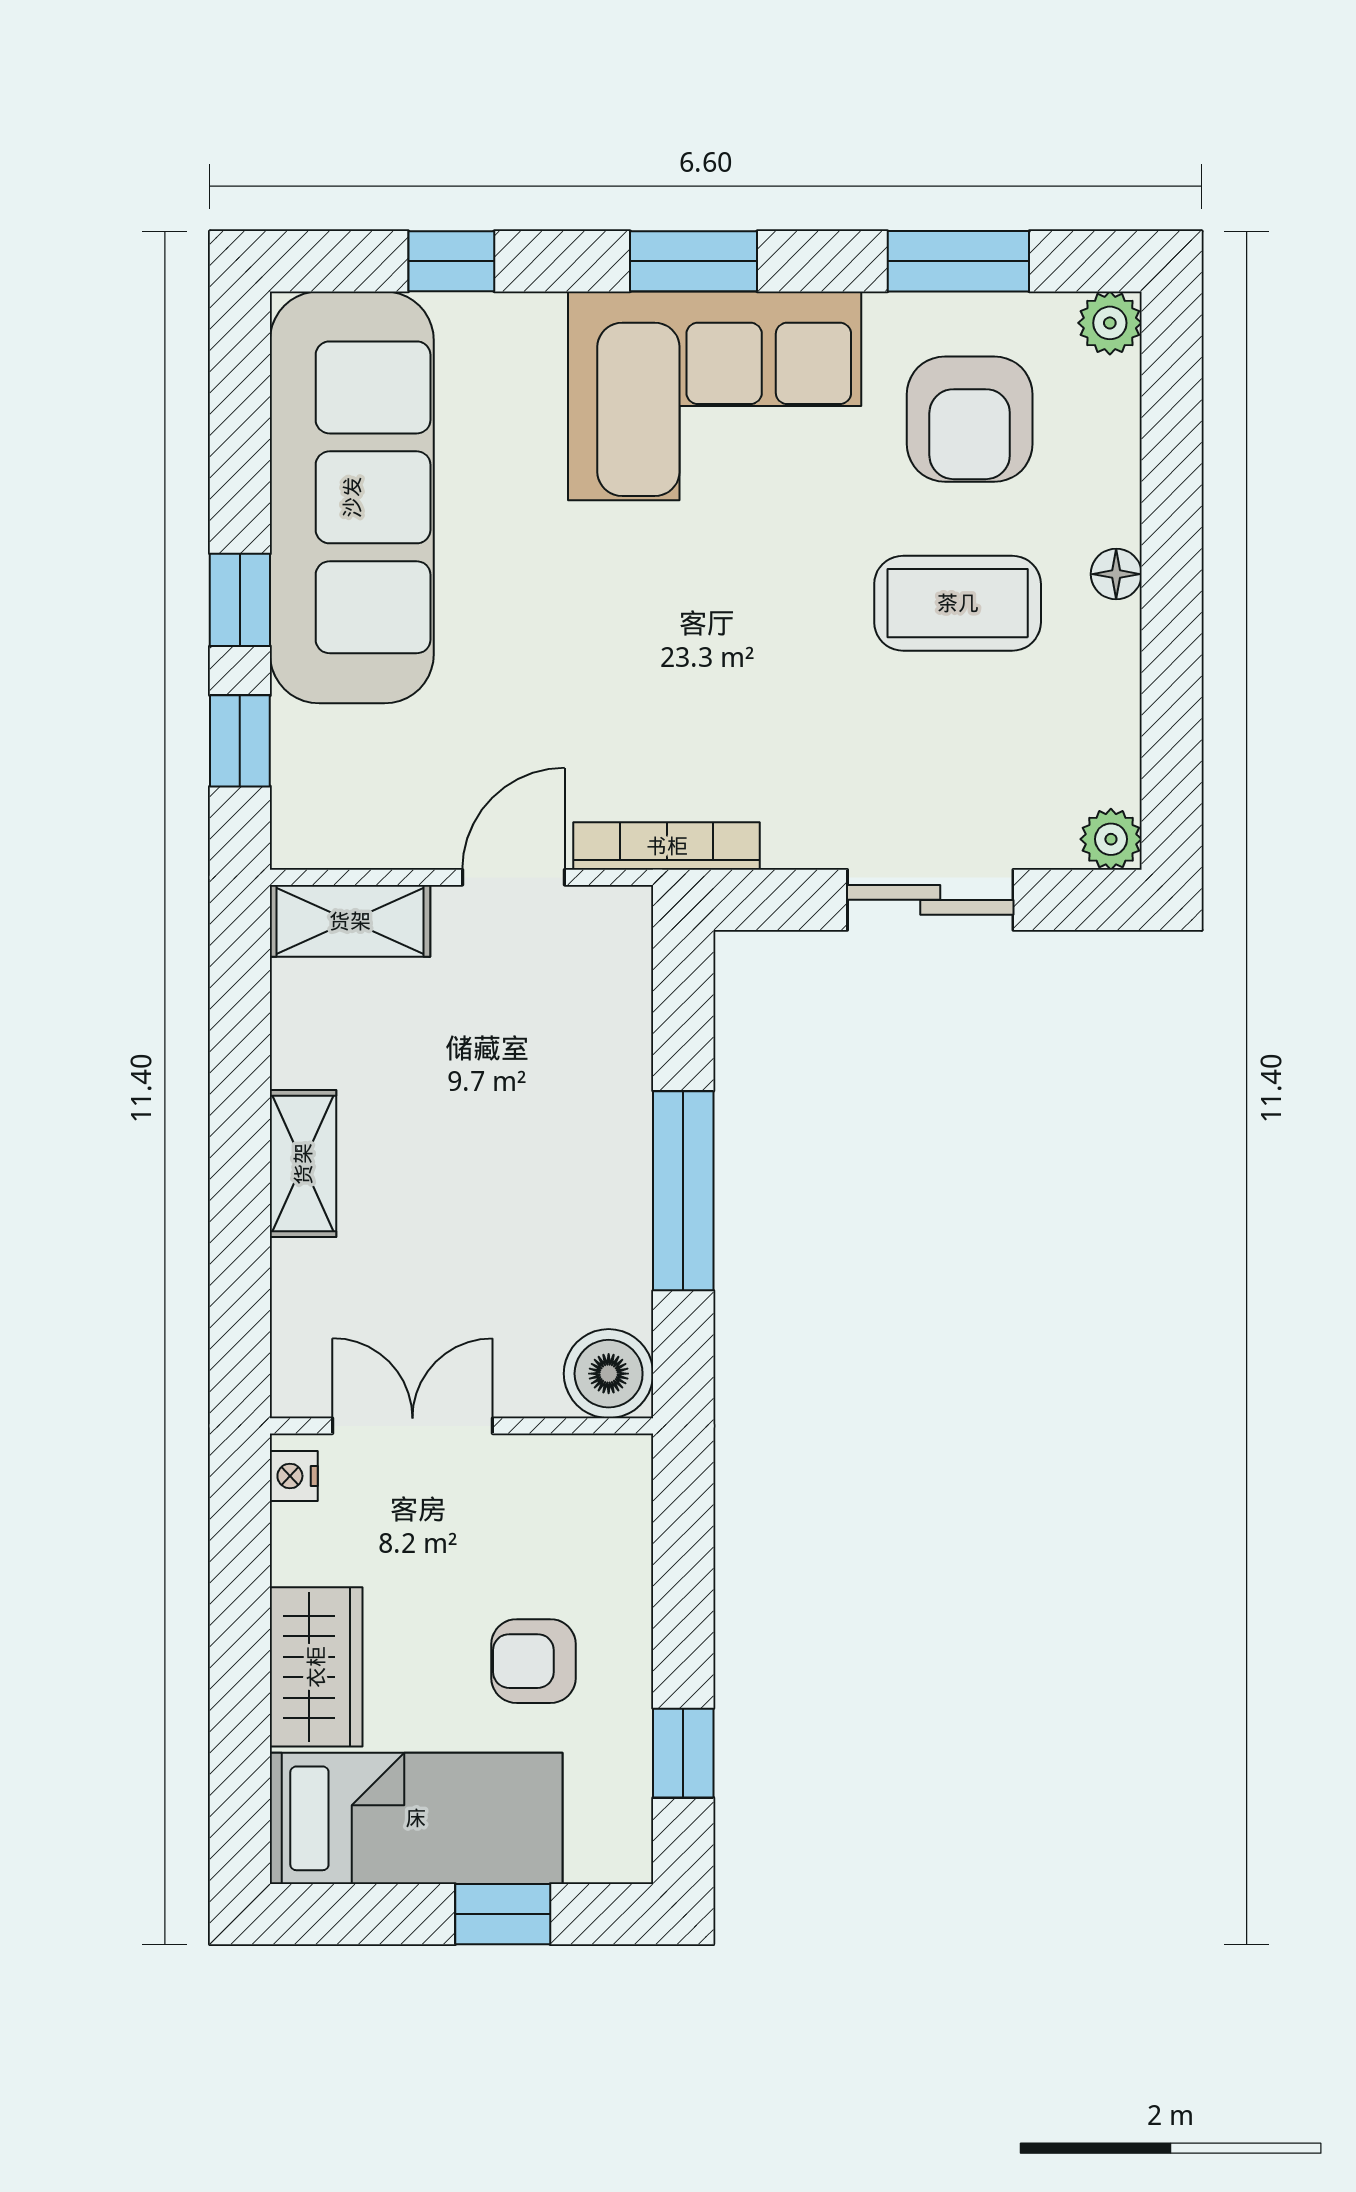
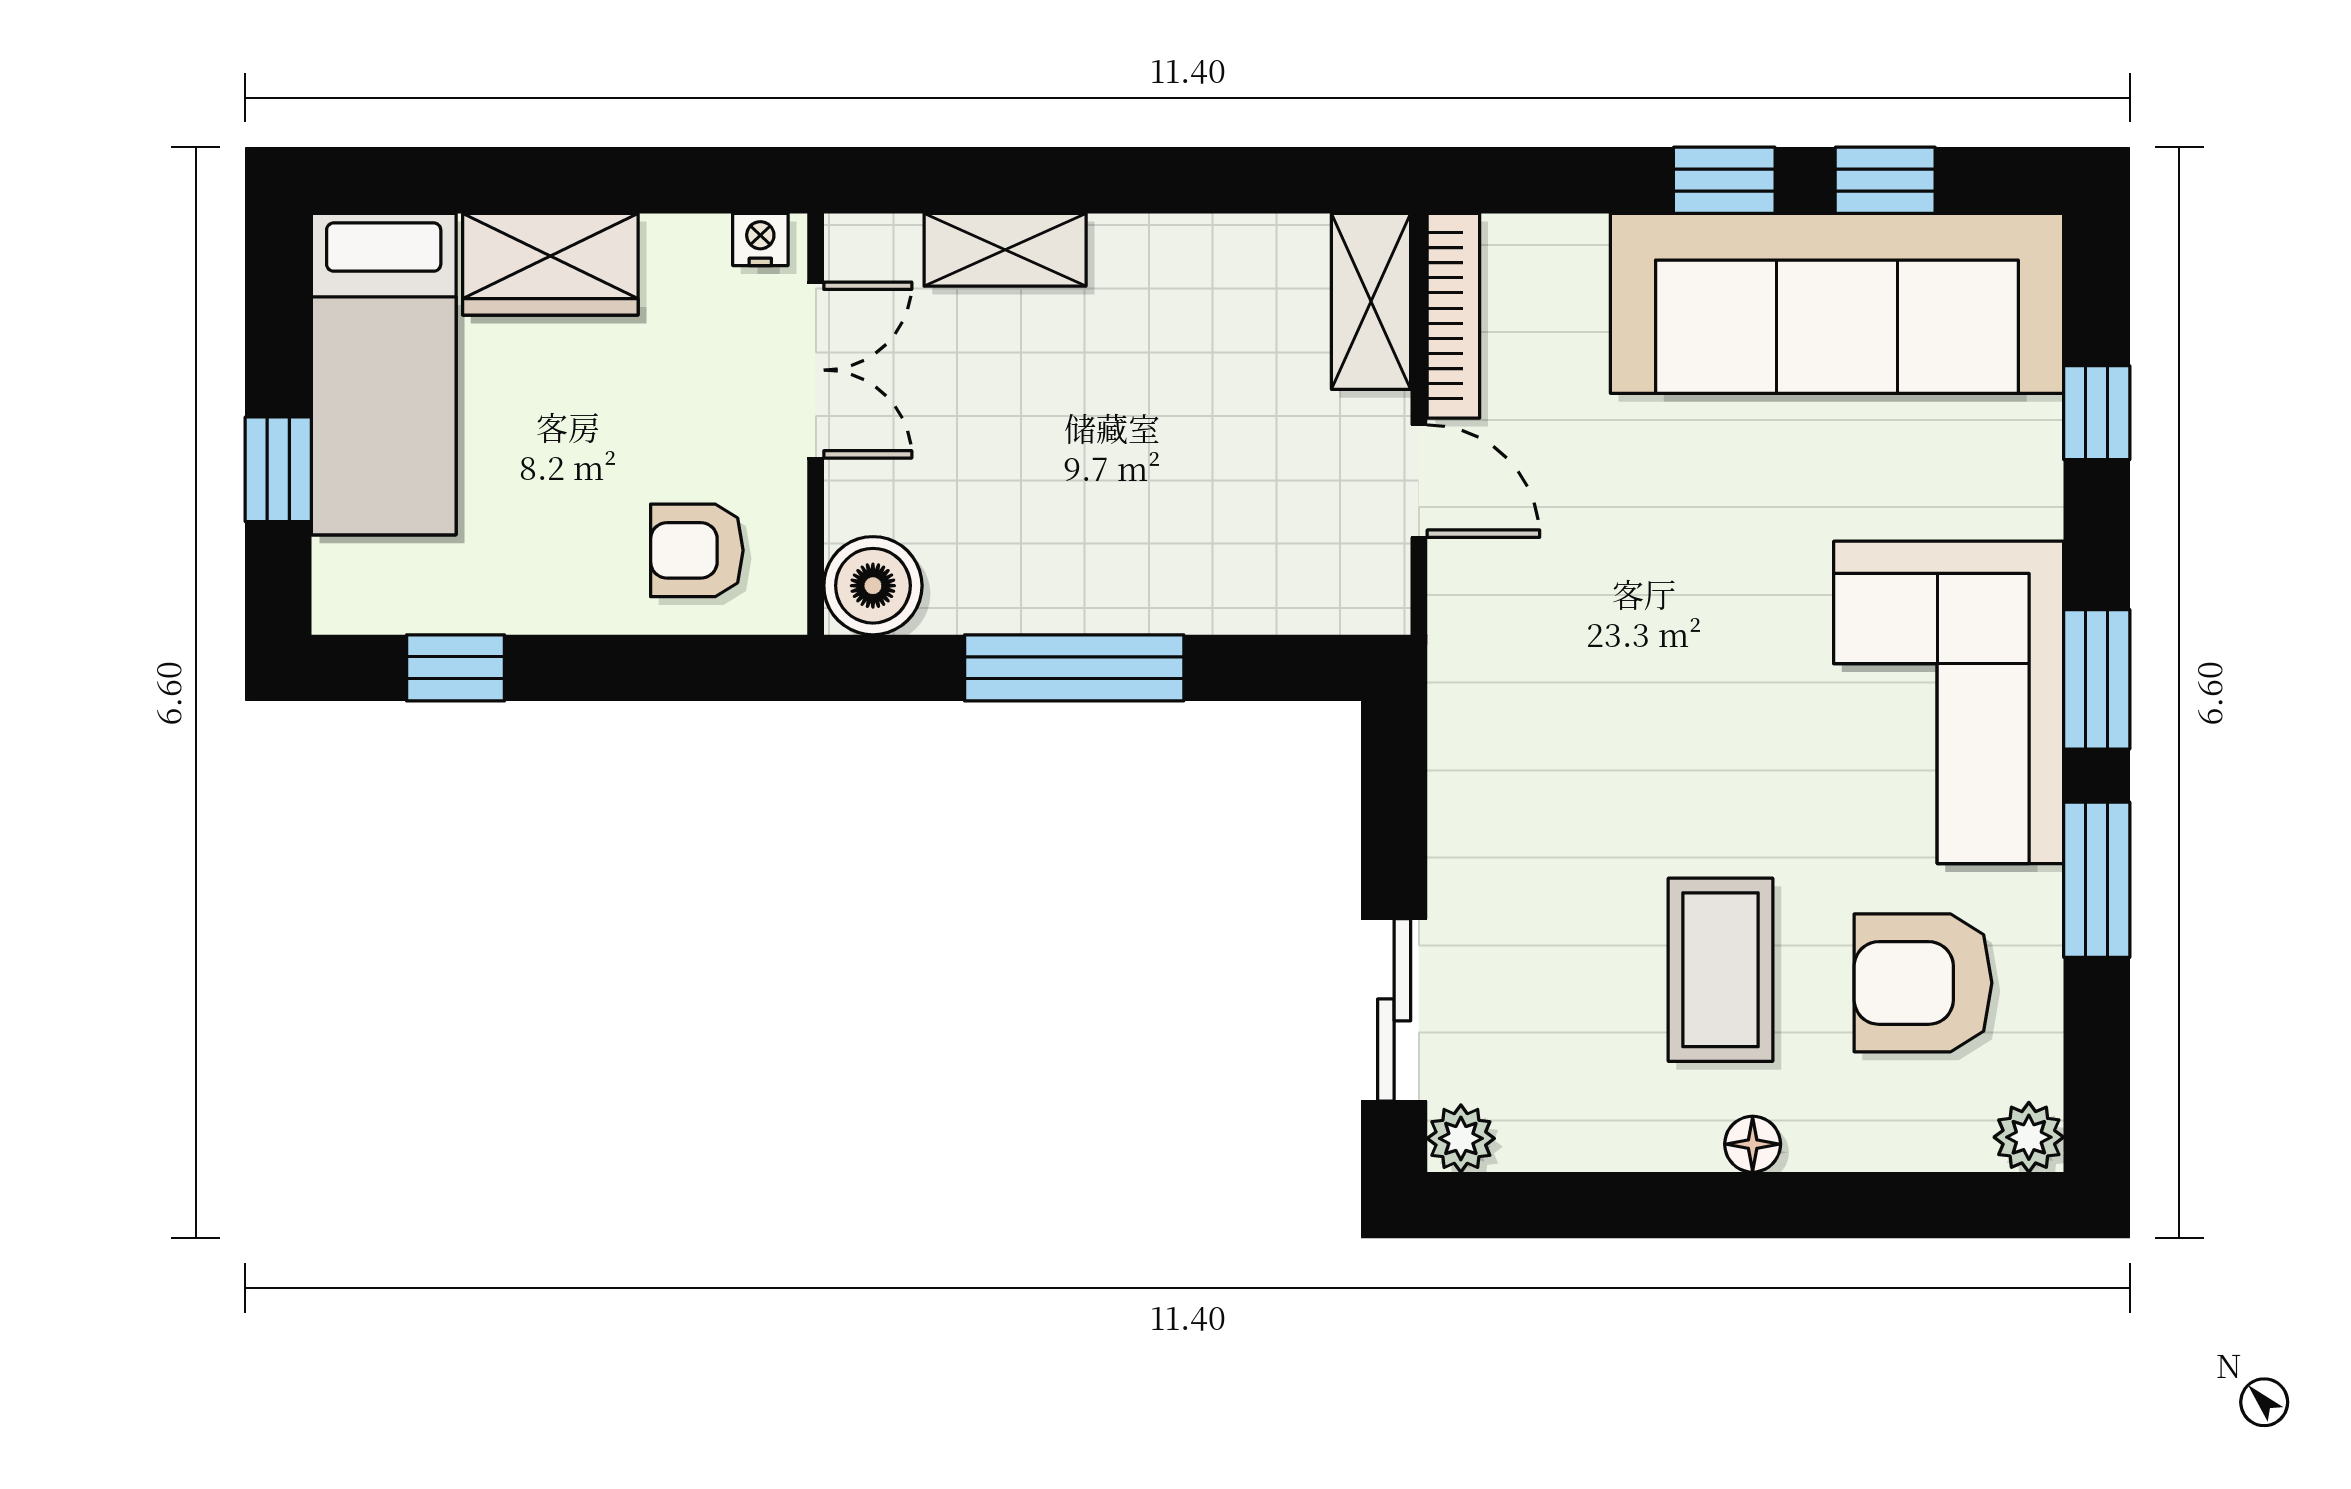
window: (958, 261) -> (2097, 880), moved
window: (240, 741) -> (1885, 180), moved
bookcase: (667, 846) -> (1453, 316), moved
sliding door: (930, 900) -> (1394, 1010), moved
shelving: (303, 1164) -> (1005, 250), moved
armchair: (533, 1661) -> (697, 550), moved, turned -90

